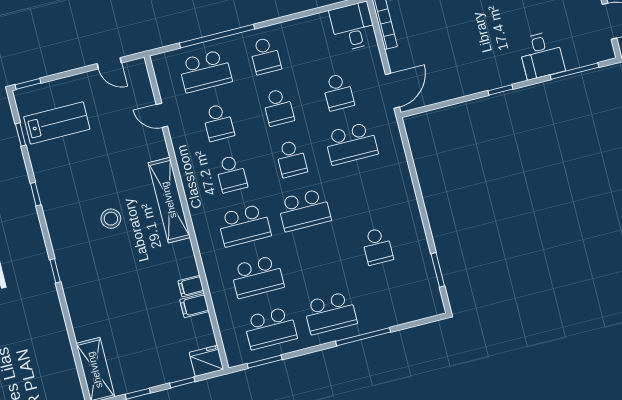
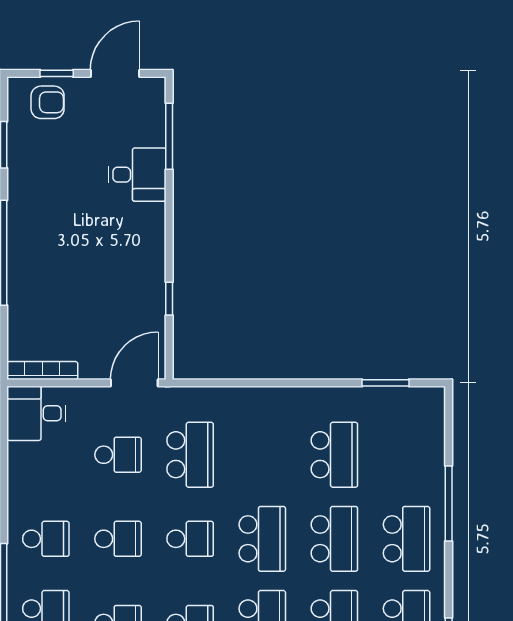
window: (500, 90) -> (169, 299), moved
door: (392, 91) -> (134, 383), hinge flipped
school desk: (377, 246) -> (334, 455), width x1.85
school desk: (317, 262) -> (334, 539), added

